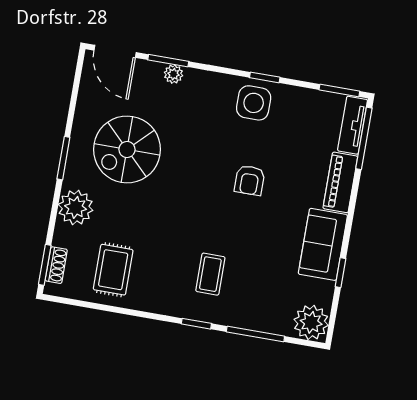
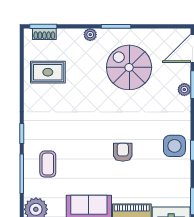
armchair: (250, 180) -> (123, 152), turned 90
plant: (76, 207) -> (90, 35), width x0.53, depth x0.53
coffee table: (210, 274) -> (48, 164), moved, turned 90

